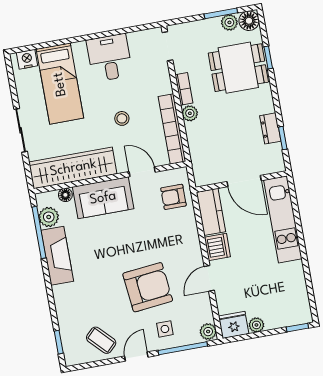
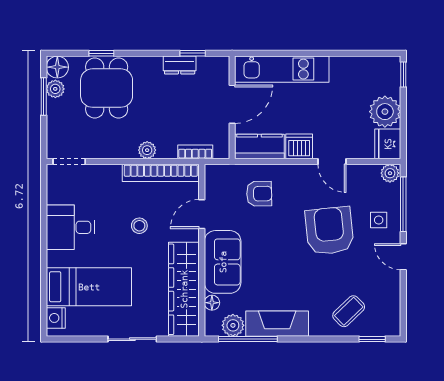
bookcase: (184, 89) -> (195, 152), moved
armchair: (173, 197) -> (259, 194), moved, turned -91
plant: (256, 325) -> (385, 112), width x1.88, depth x1.88
coffee table: (101, 340) -> (349, 311), moved

